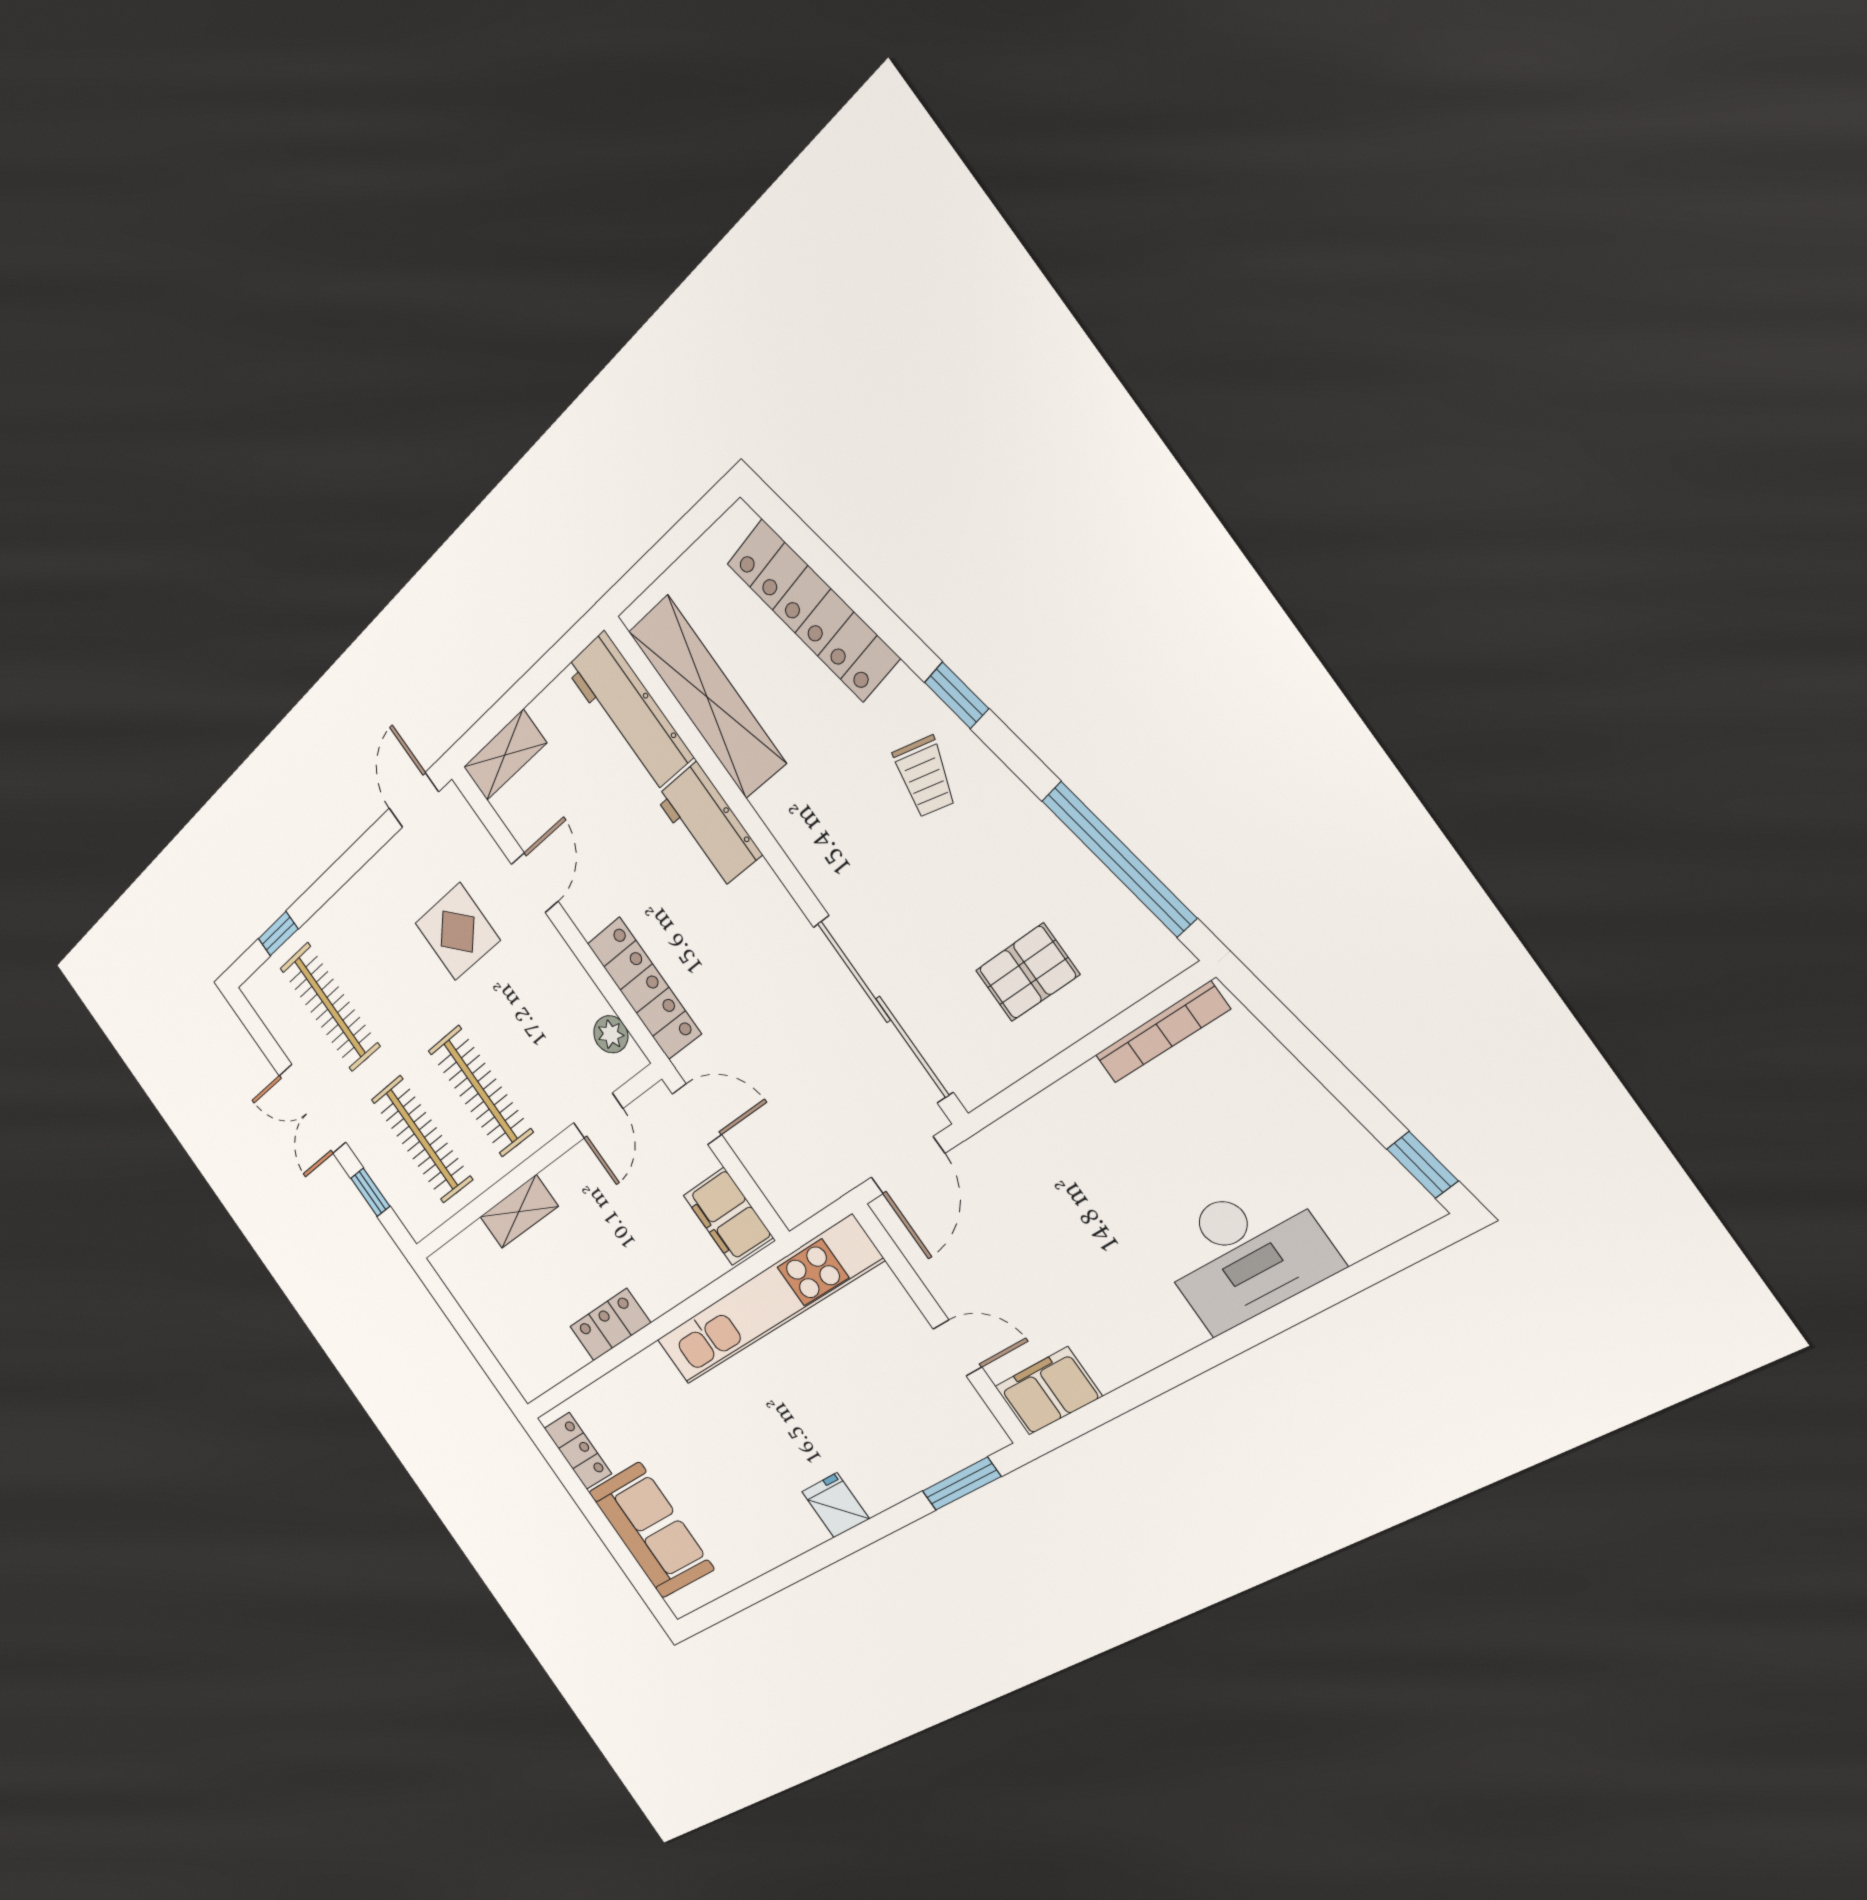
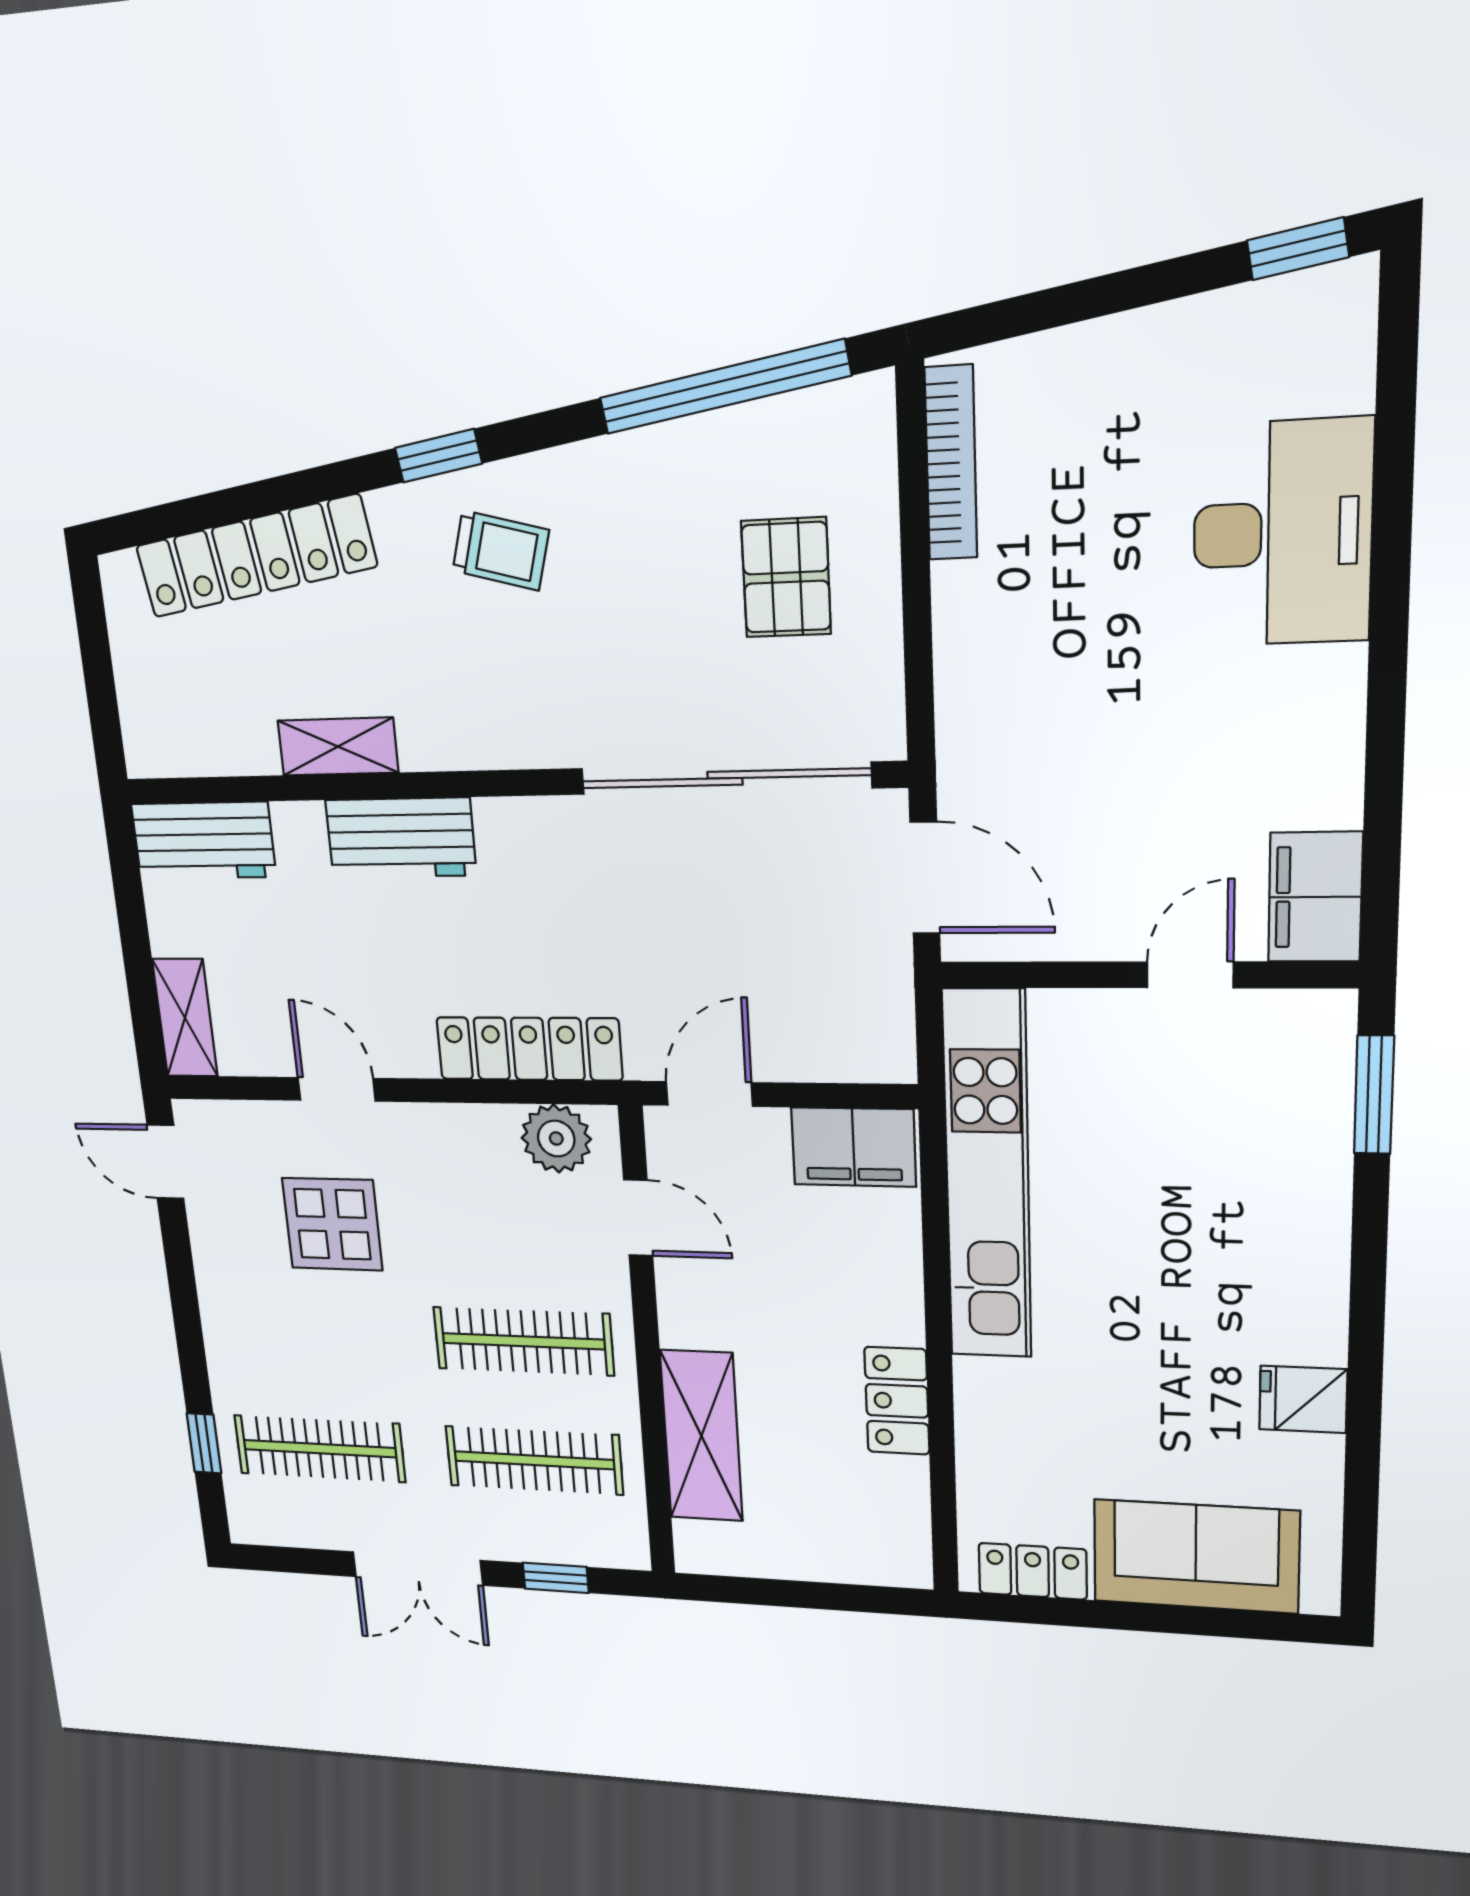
shelving: (707, 697) -> (338, 747), width x0.45, depth x0.75
workbench: (629, 712) -> (204, 840), width x0.73
plant: (611, 1034) -> (556, 1139), width x1.38, depth x1.38
shelving: (519, 1212) -> (701, 1436), width x1.50, depth x1.33
fridge: (836, 1505) -> (1303, 1399), moved

